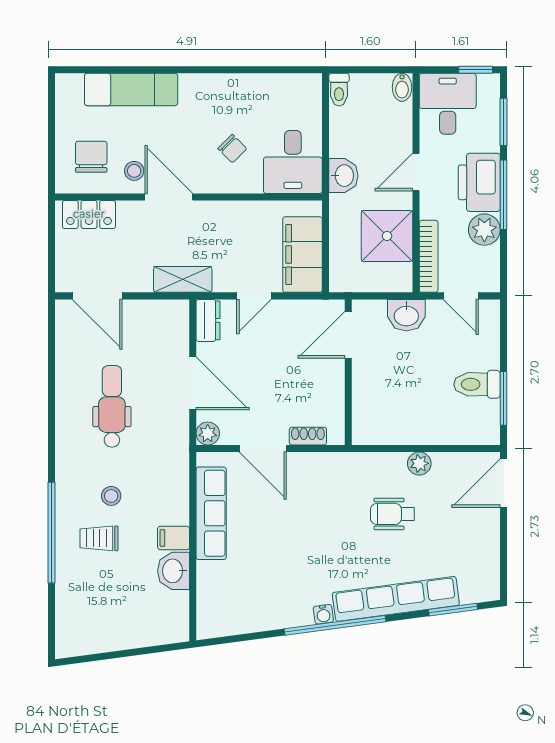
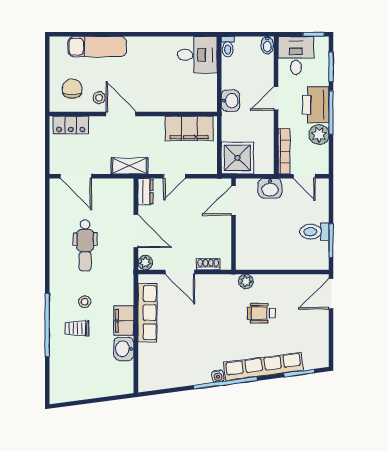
chair: (232, 149) -> (161, 84), removed
desk: (293, 162) -> (197, 55), moved, turned -90
shower: (387, 236) -> (237, 158), moved
filing cabinet: (302, 255) -> (189, 129), moved, turned -90
dental chair: (112, 406) -> (85, 246), turned 180
plant: (419, 463) -> (246, 281), moved
filing cabinet: (174, 538) -> (124, 321), width x2.00

